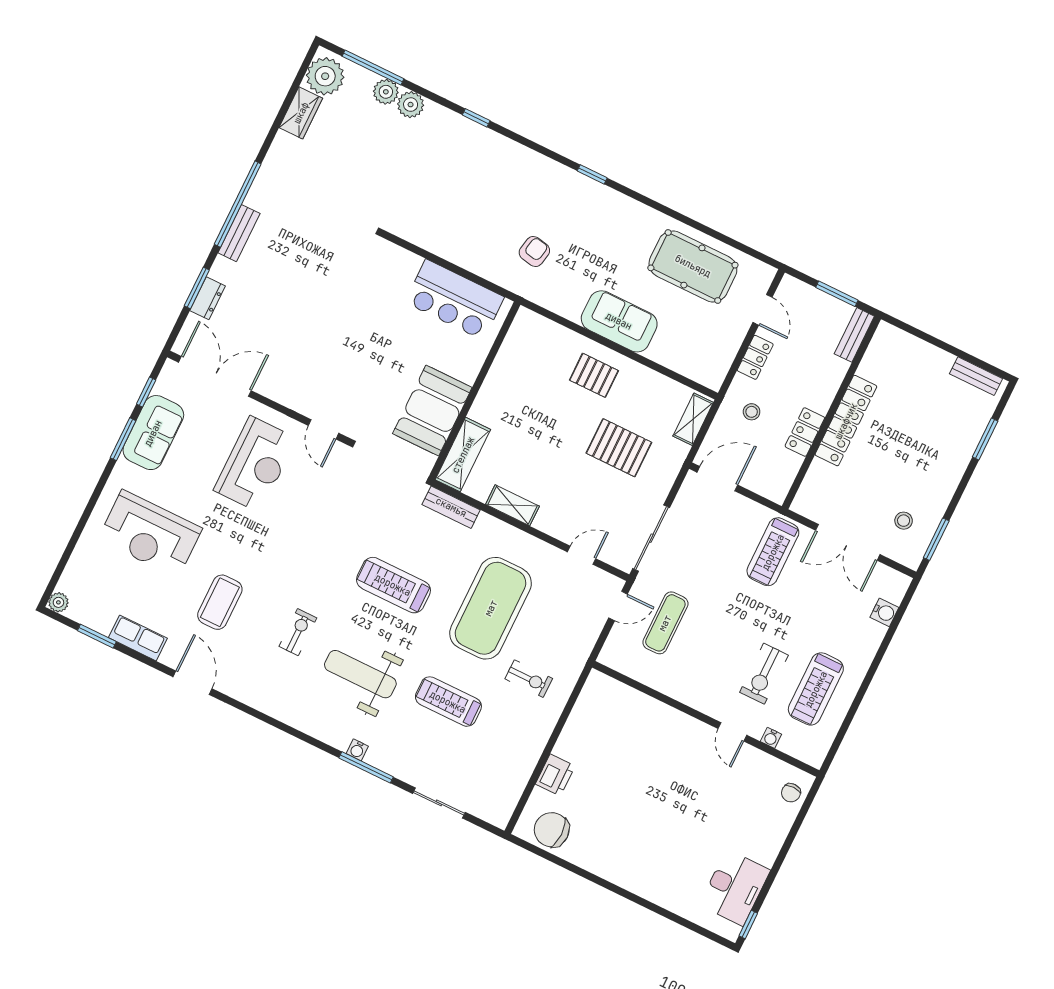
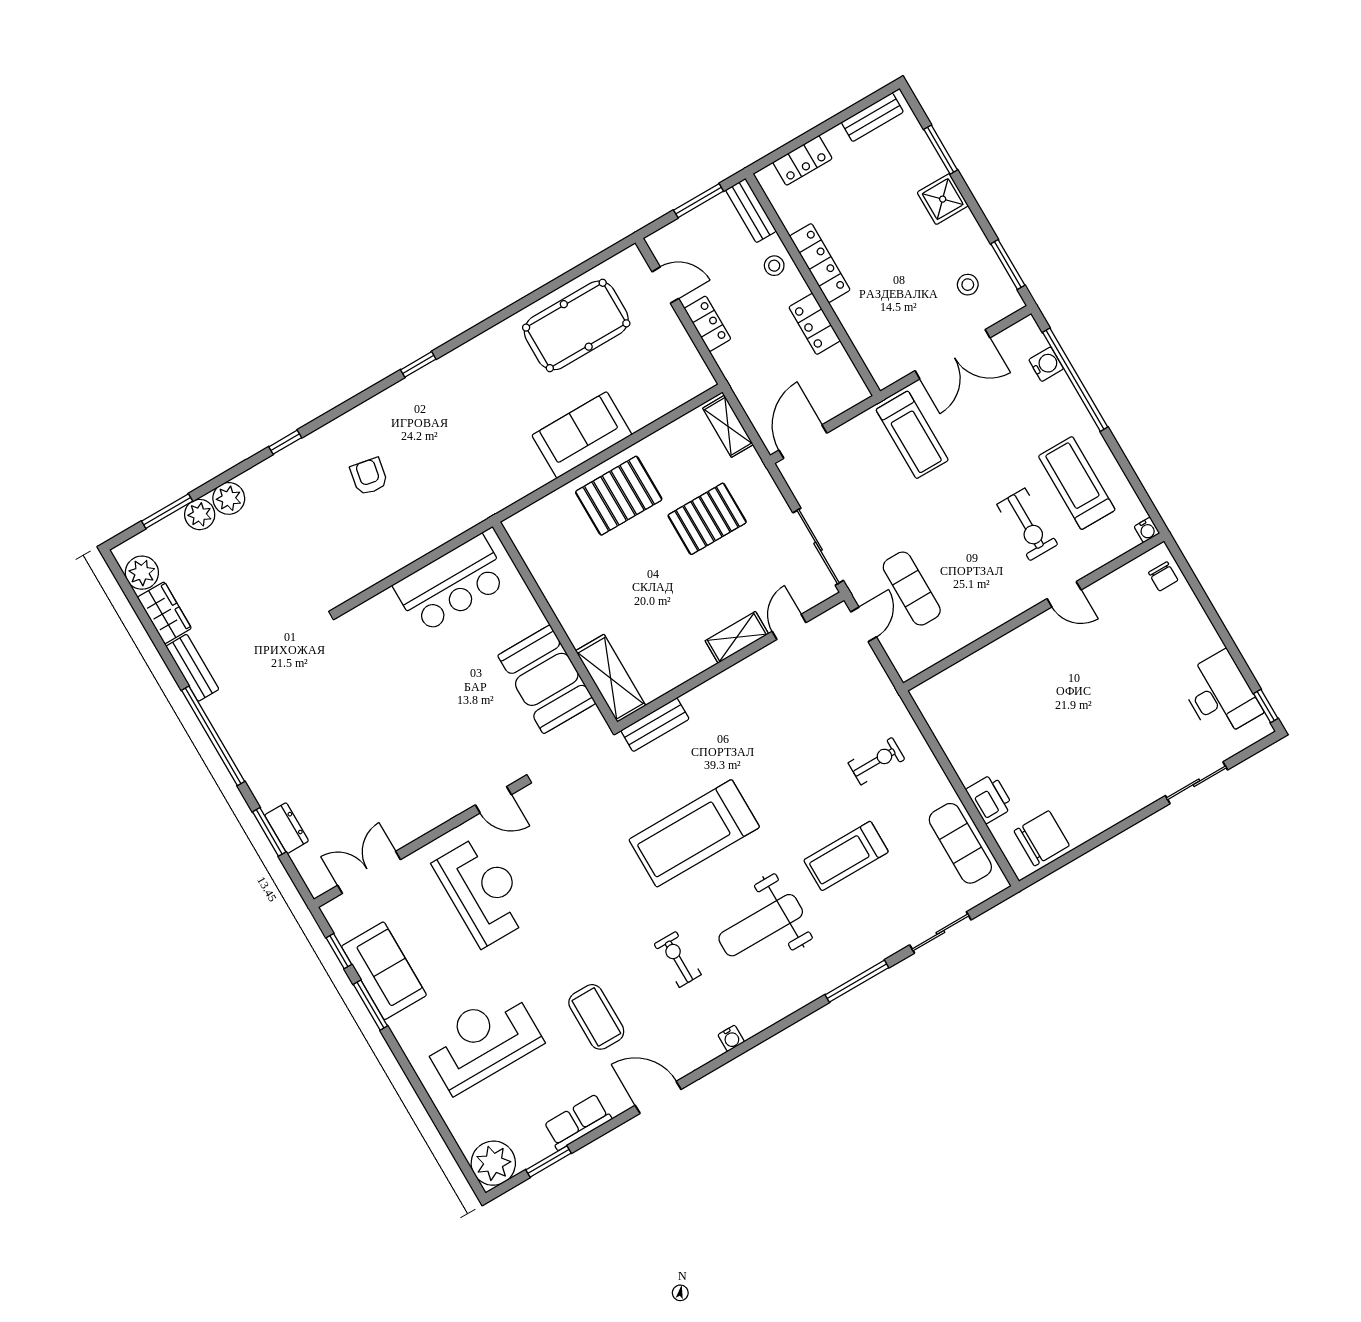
window: (373, 67) -> (167, 511), width x0.69
plant: (325, 76) -> (142, 573), width x0.73, depth x0.73
bench: (239, 233) -> (192, 668), moved
armchair: (534, 252) -> (369, 476), moved
locker: (913, 348) -> (803, 160), added
pallet: (594, 375) -> (619, 496), width x1.50, depth x1.42
double door: (215, 376) -> (369, 872), width x0.73
stool: (752, 412) -> (774, 266), moved
locker: (846, 421) -> (820, 263), width x0.71, depth x0.83
shower: (952, 463) -> (943, 199), added
shelving: (512, 505) -> (737, 637), moved
reception desk: (150, 534) -> (482, 1041), turned 180
treadmill: (393, 585) -> (694, 833), width x1.37, depth x1.38
plant: (58, 602) -> (493, 1163), width x1.88, depth x1.88
exercise mat: (491, 608) -> (960, 843), moved, width x0.50, depth x0.69
window: (887, 640) -> (1075, 380), added
treadmill: (816, 689) -> (1077, 483), turned 180
water cooler: (771, 738) -> (1147, 530), moved
water cooler: (357, 750) -> (731, 1038), moved
chair: (552, 830) -> (1042, 838), turned 180
sliding door: (662, 912) -> (1197, 783), added

